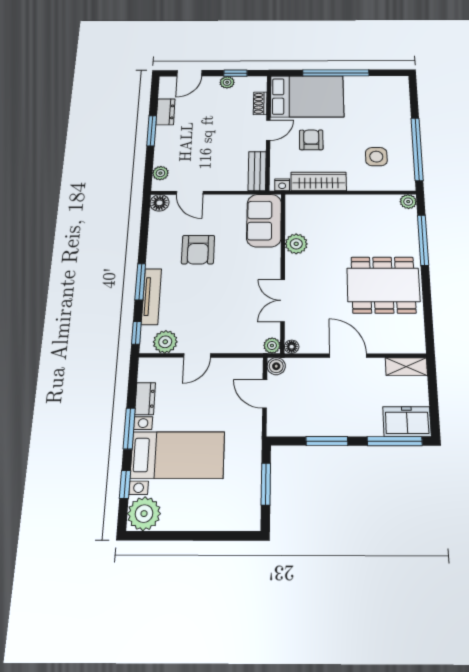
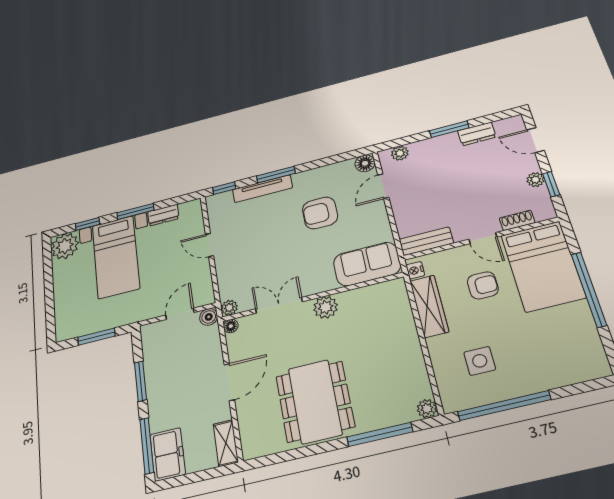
plant: (296, 244) -> (326, 307), moved
plant: (165, 342) -> (219, 214), removed

